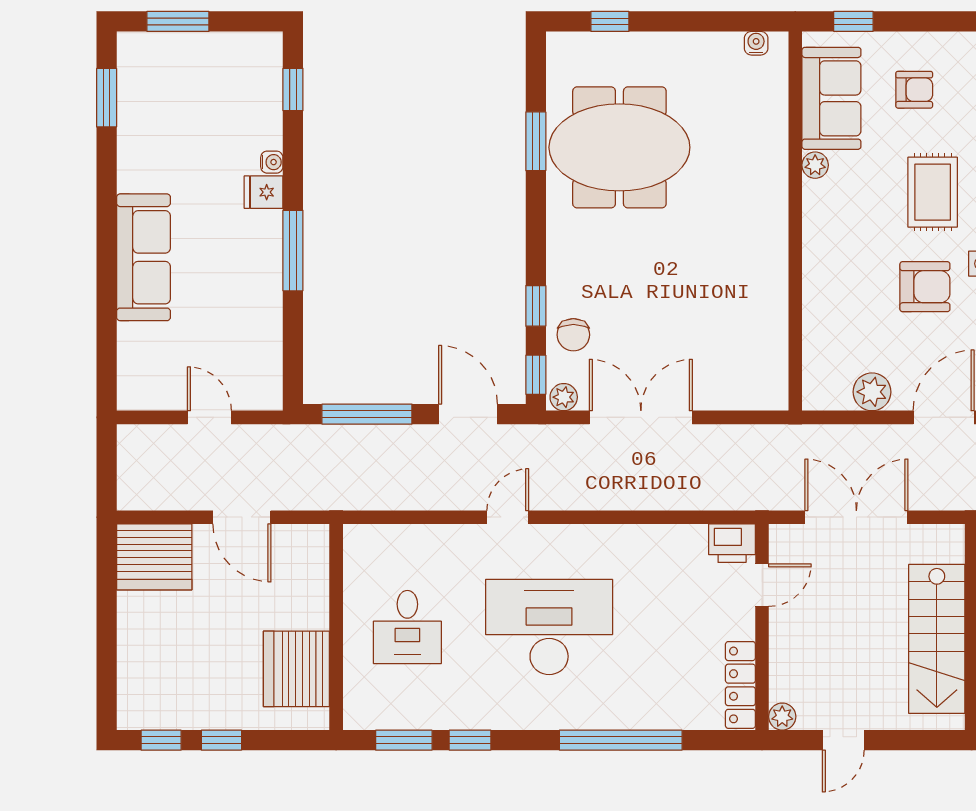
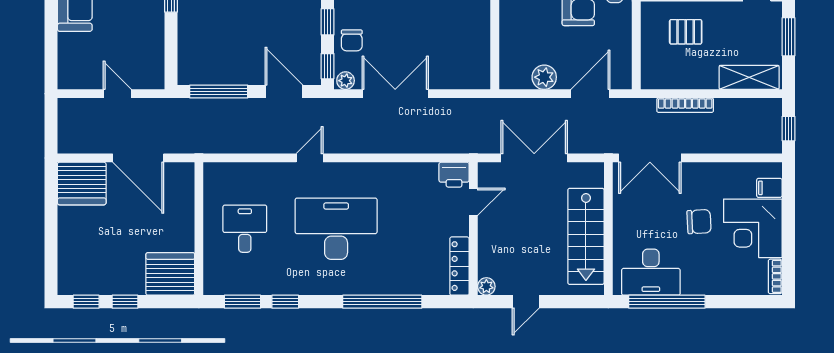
door: (242, 517) -> (138, 158), width x1.36
desk: (407, 627) -> (245, 229), turned 180
server rack: (296, 669) -> (170, 274), moved, turned 90

